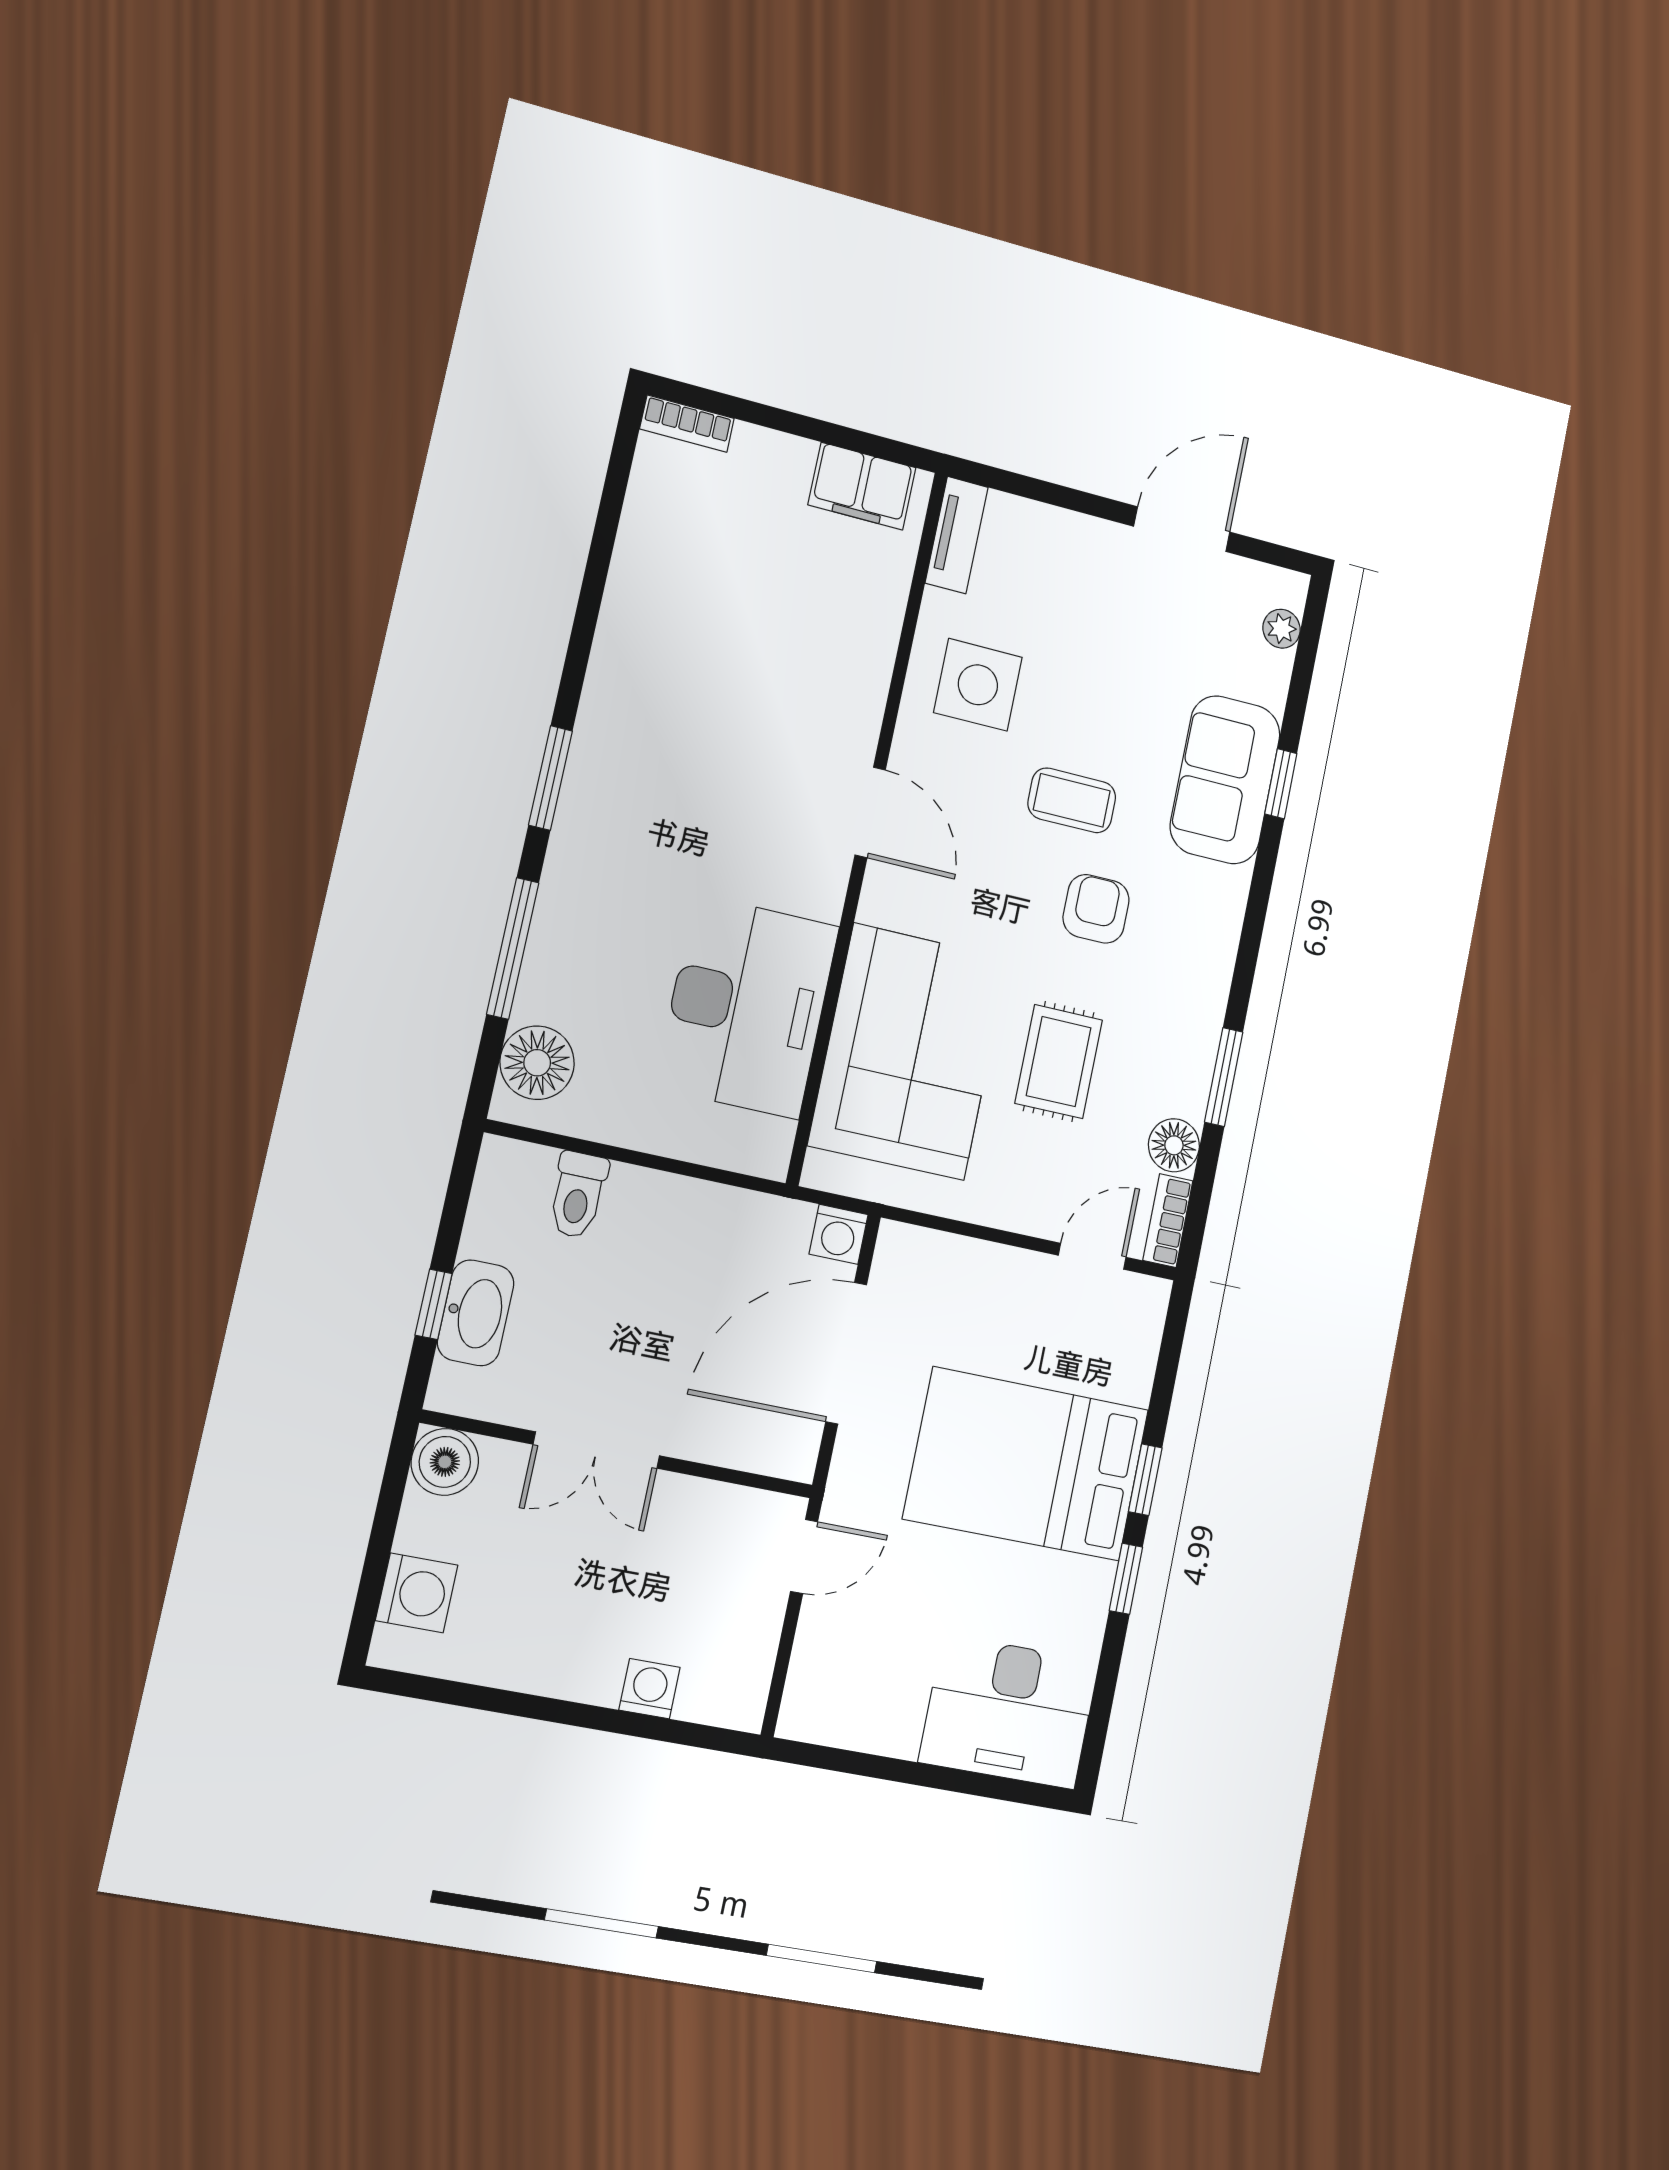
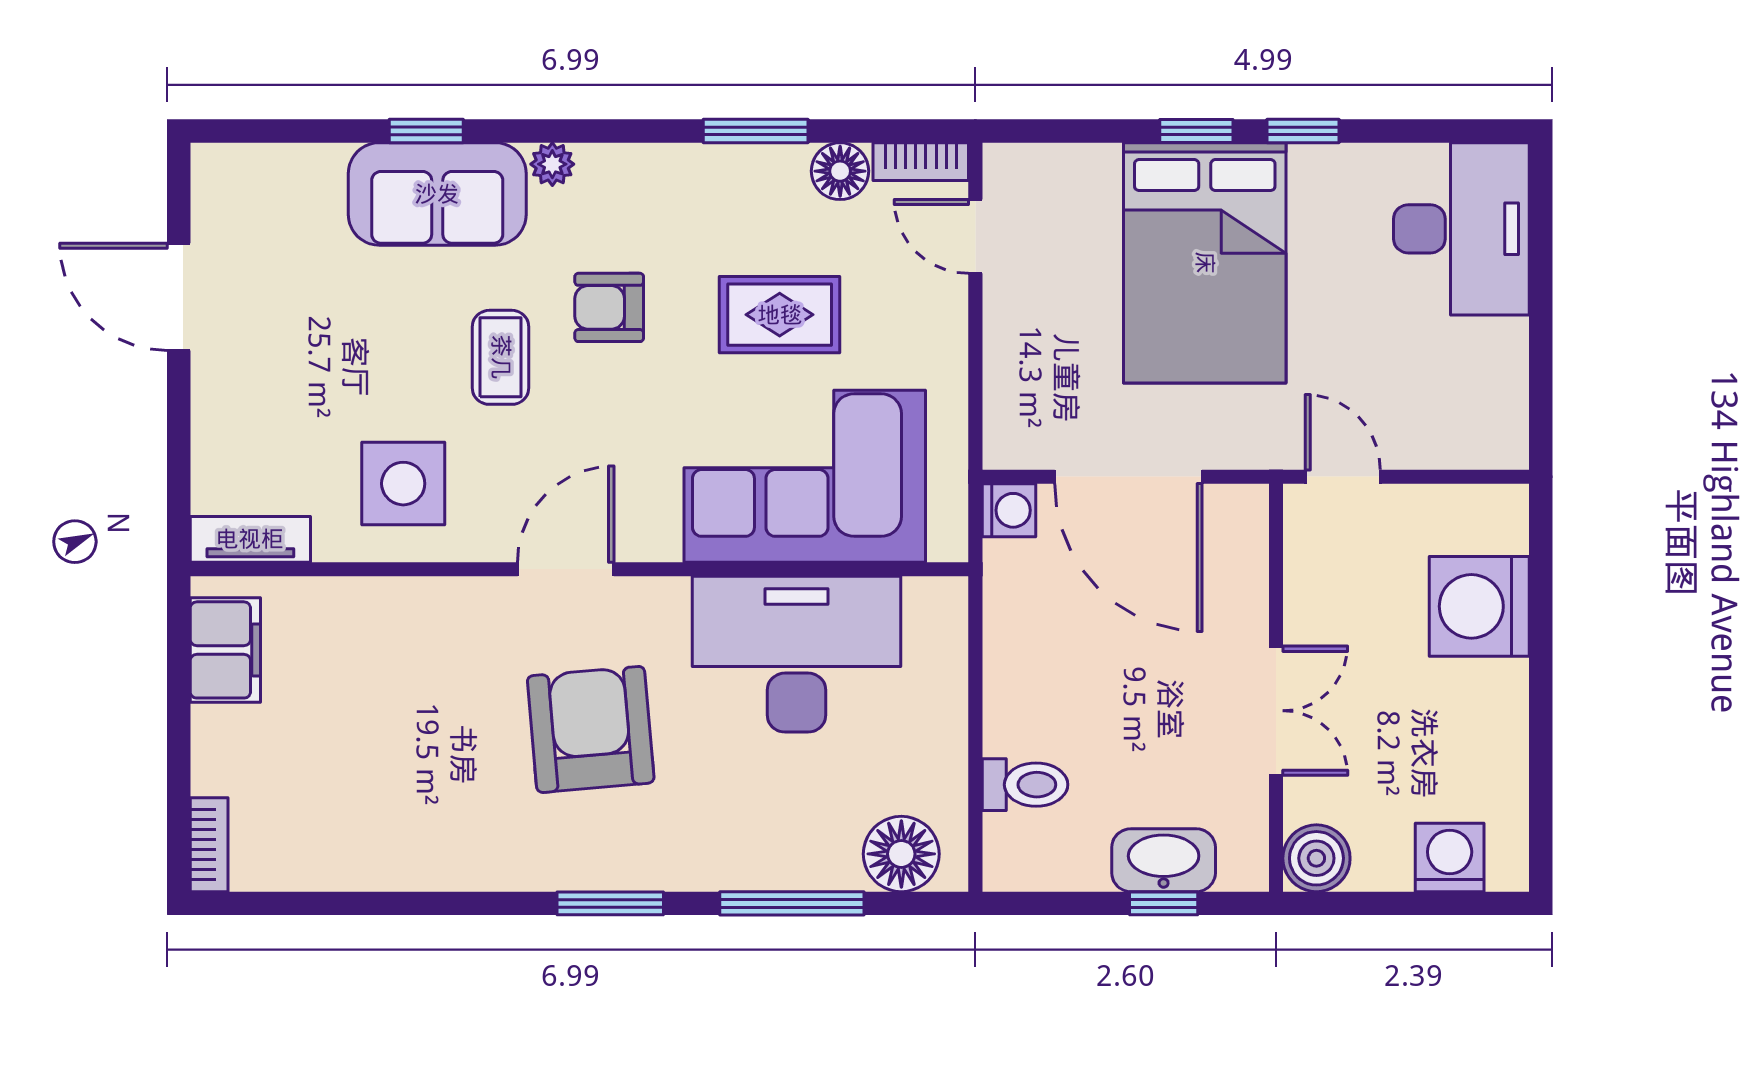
plant: (1282, 629) -> (552, 164), moved
armchair: (718, 799) -> (591, 729), added
washing machine: (649, 1689) -> (1479, 606), width x1.89, depth x1.89

